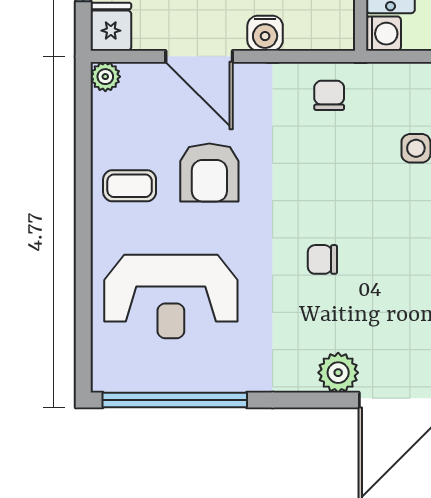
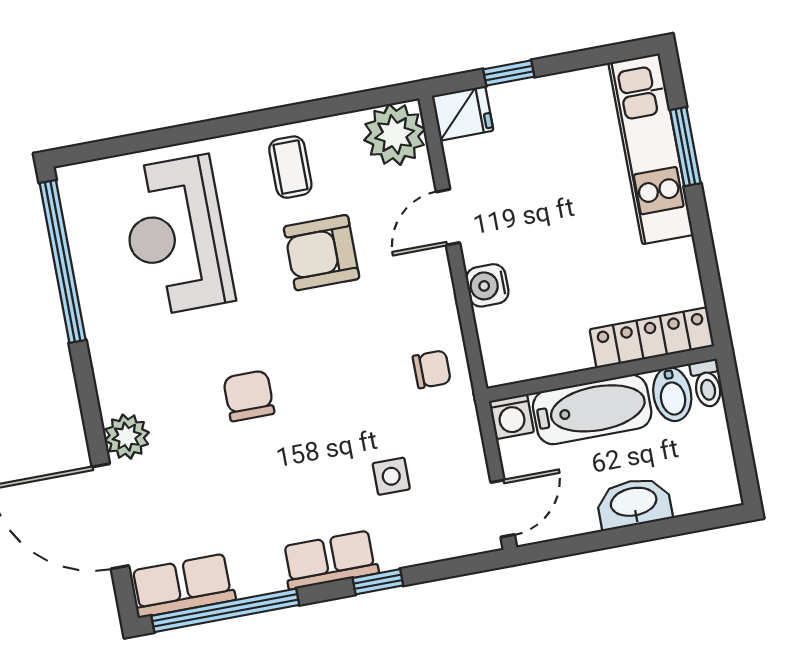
door: (199, 56) -> (448, 217), width x0.73
plant: (105, 77) -> (395, 135), width x1.88, depth x1.88
chair: (322, 259) -> (249, 396), width x1.37, depth x1.37

